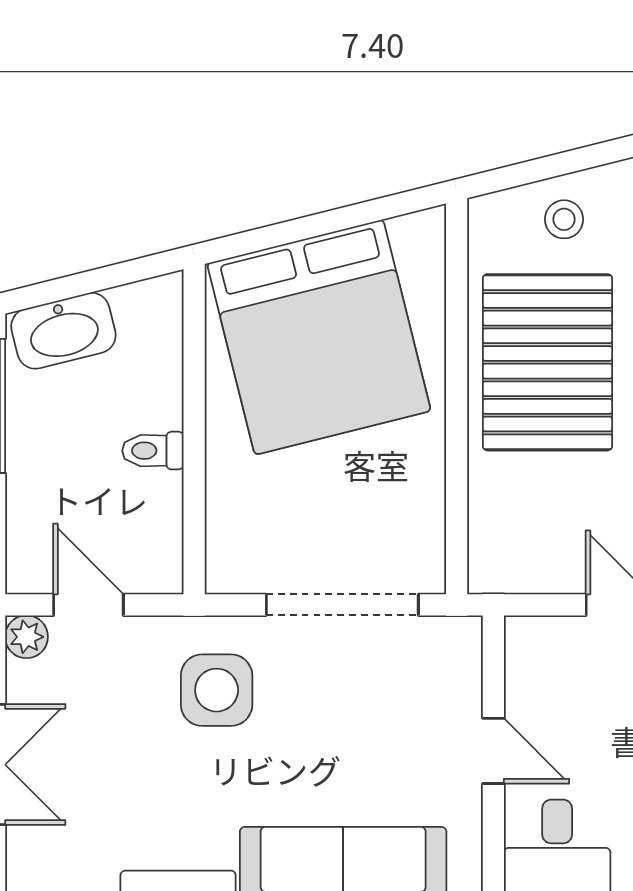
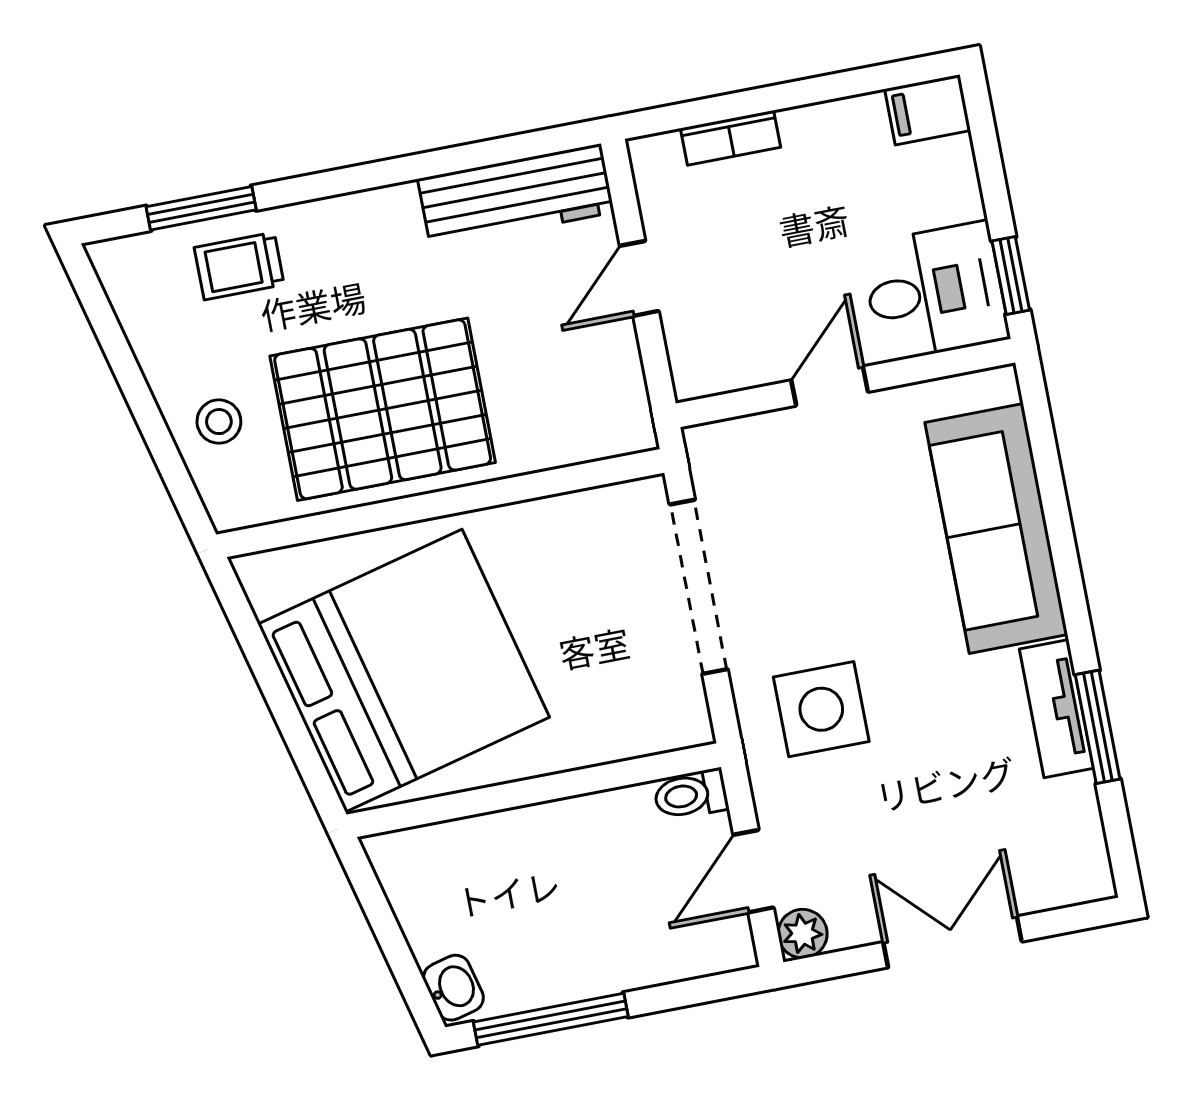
washbasin: (63, 331) -> (453, 988), width x0.52, depth x0.69
toilet: (153, 451) -> (691, 795), moved, turned 90

